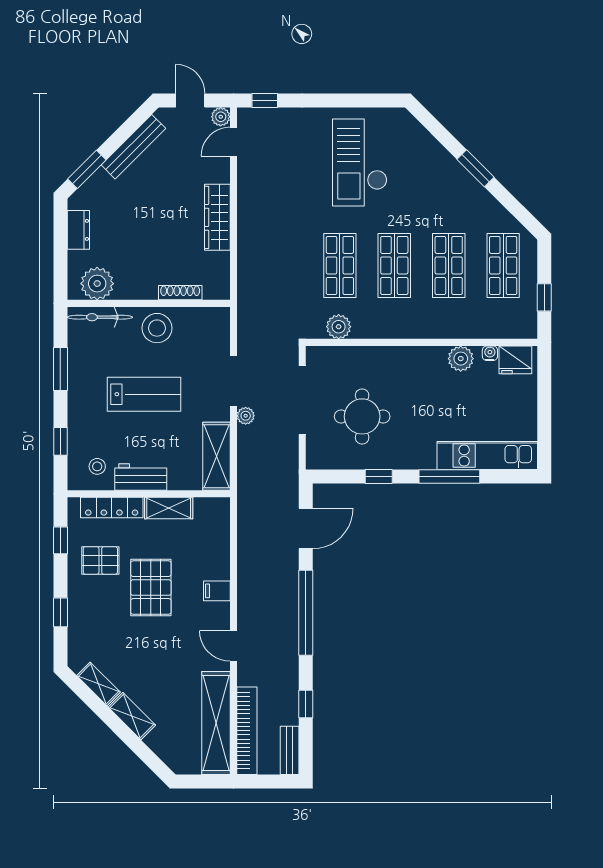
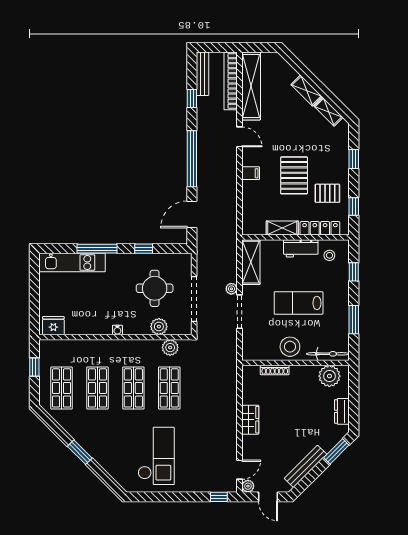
wardrobe: (217, 217) -> (250, 420), width x0.67
water cooler: (490, 353) -> (117, 330), moved
plant: (461, 359) -> (159, 327), moved
bench: (290, 750) -> (202, 74), width x1.36

